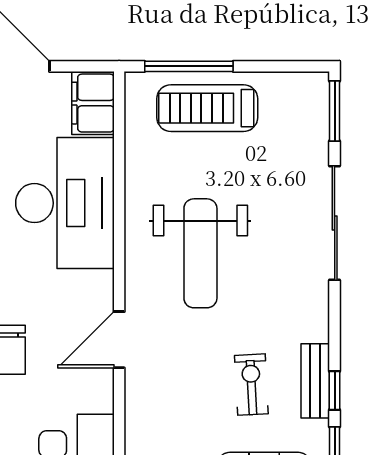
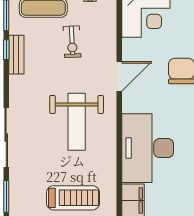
weight bench: (200, 253) -> (77, 122), turned 180
exercise bike: (251, 385) -> (72, 42), moved

